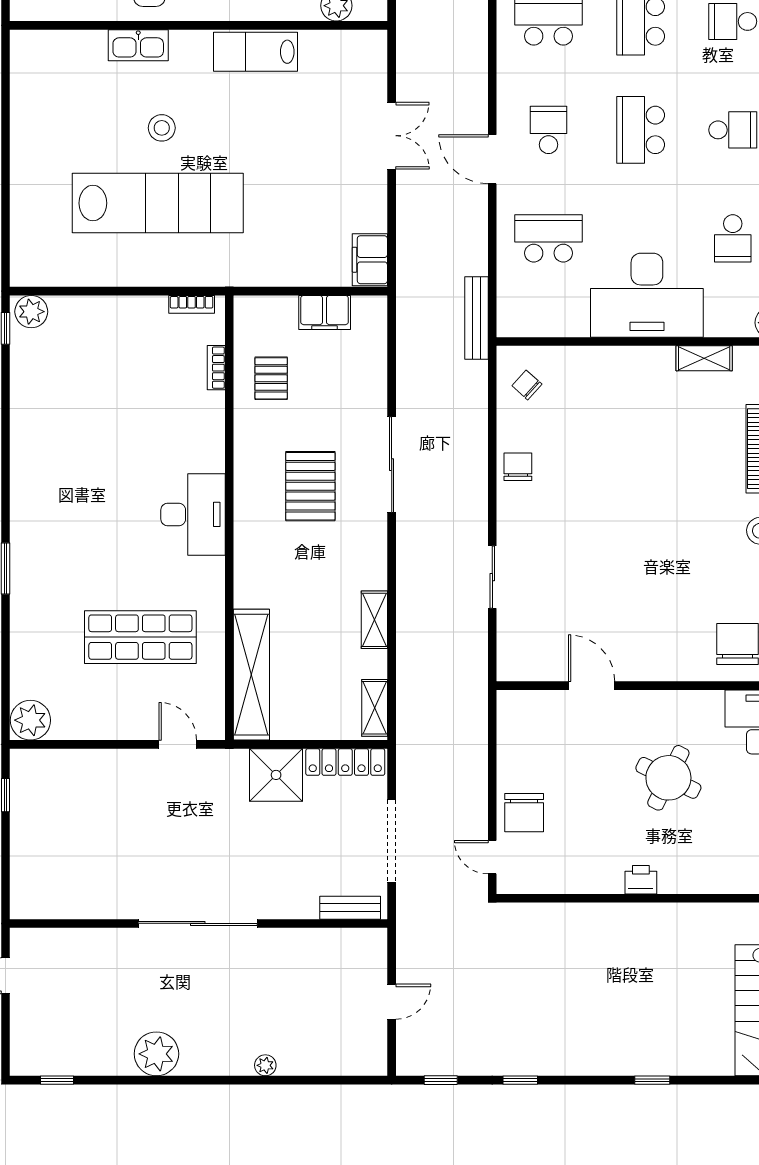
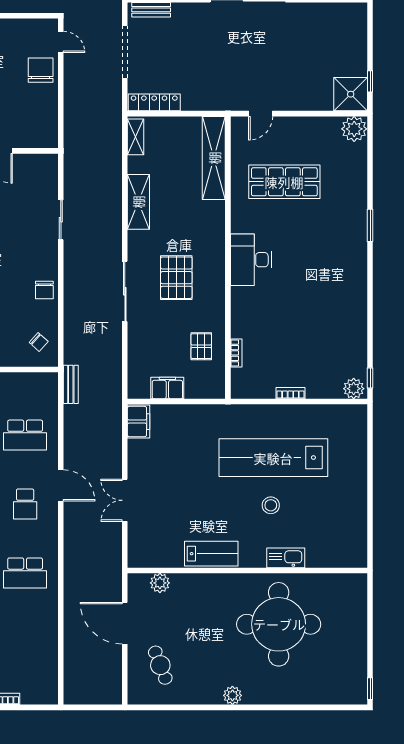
bookcase: (192, 304) -> (290, 393), moved
bench: (477, 318) -> (71, 384), width x0.73
shelving: (374, 620) -> (138, 202), width x1.50, depth x1.33
door: (178, 744) -> (261, 114), hinge flipped
shower: (276, 775) -> (351, 94), moved

